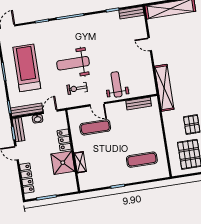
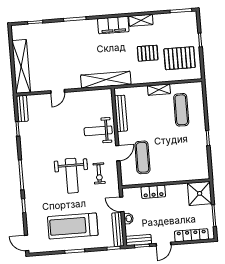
bench: (139, 103) -> (121, 113), width x1.36
shelving: (80, 162) -> (159, 90), moved
shower: (63, 163) -> (200, 193), moved

